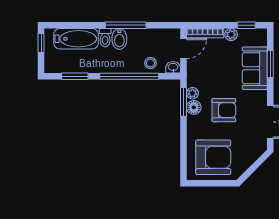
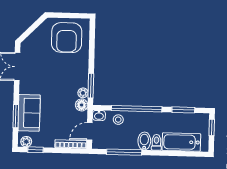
window: (126, 25) -> (124, 152), moved
plant: (231, 35) -> (26, 142), moved
window: (41, 43) -> (212, 127), moved
floor lamp: (194, 107) -> (82, 105), moved
armchair: (224, 110) -> (57, 78), removed
armchair: (213, 157) -> (67, 38), turned -90

